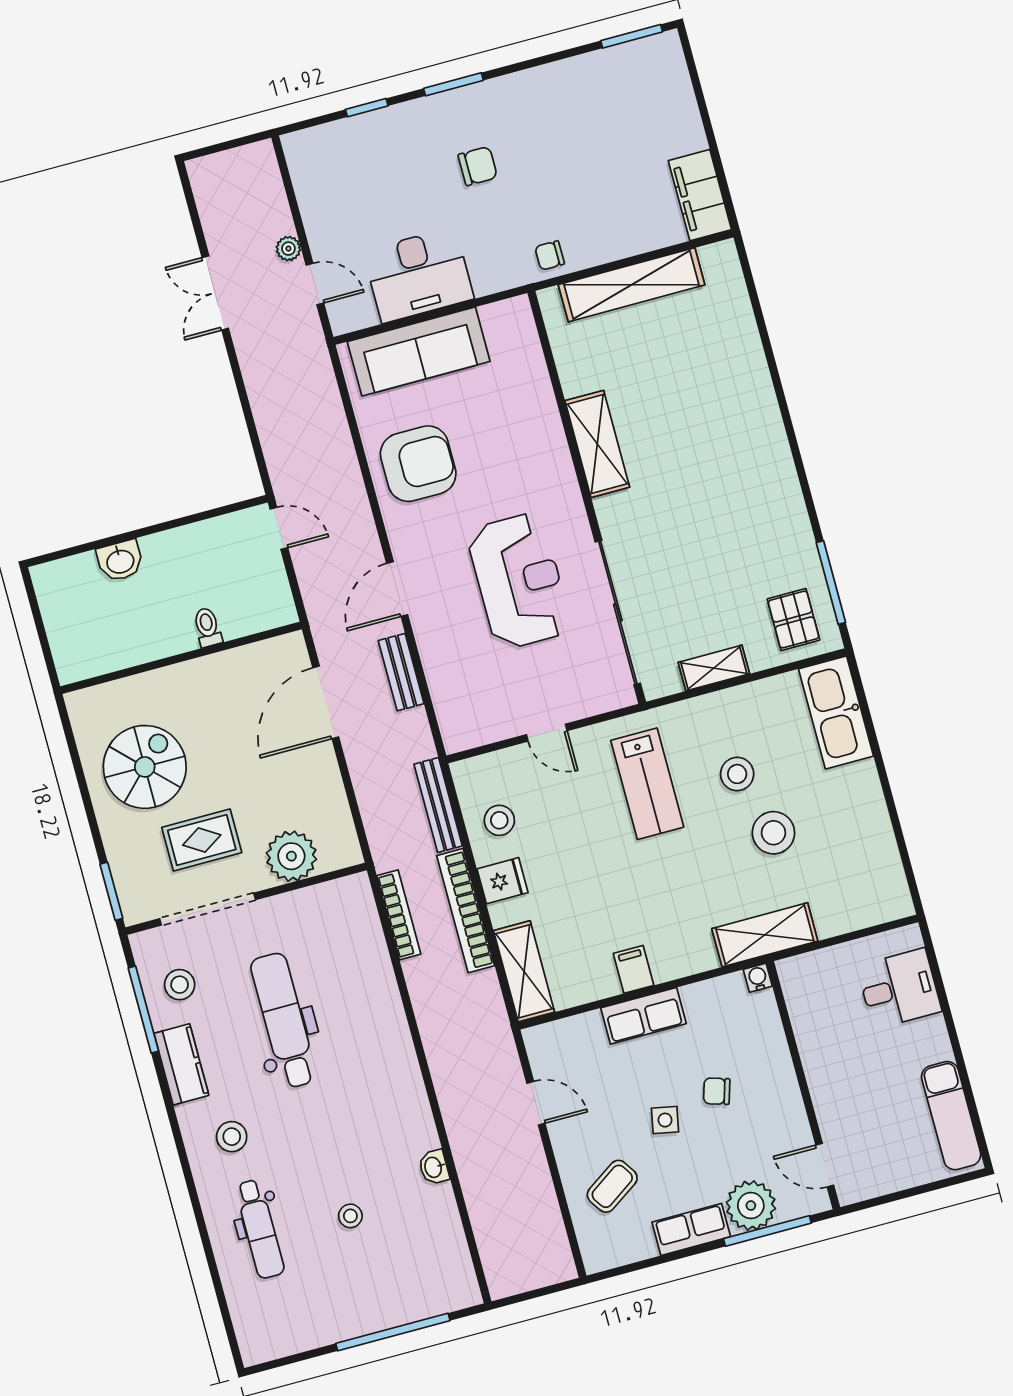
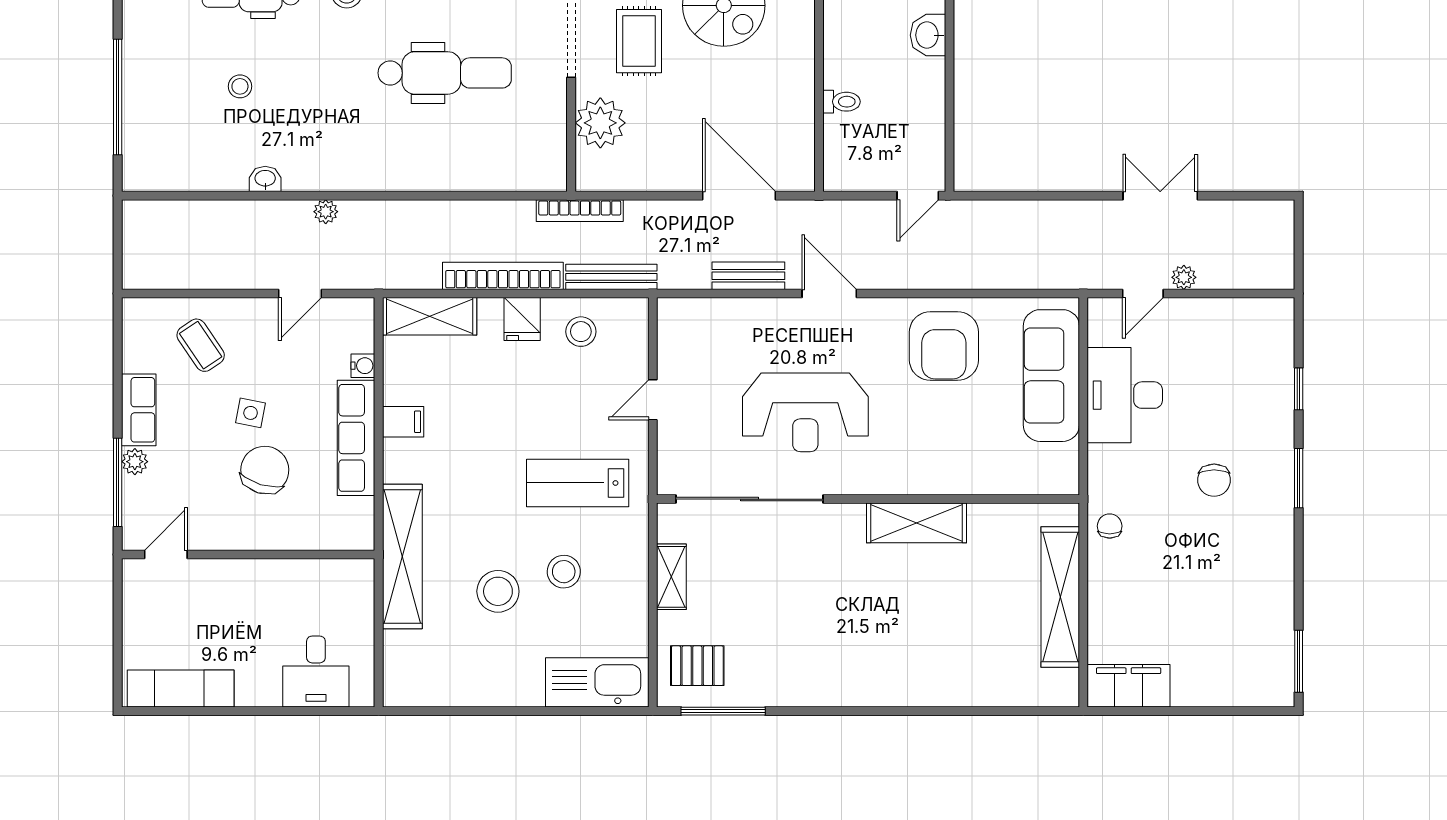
bookcase: (399, 915) -> (580, 211), moved
shelving: (765, 935) -> (402, 557), width x1.47
water cooler: (758, 978) -> (363, 366), moved
row of seats: (643, 1016) -> (356, 438), width x1.48
chair: (717, 1091) -> (265, 470), width x1.87, depth x1.87
plant: (450, 1100) -> (326, 212), added
plant: (751, 1206) -> (135, 462), width x0.53, depth x0.53

